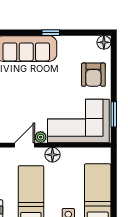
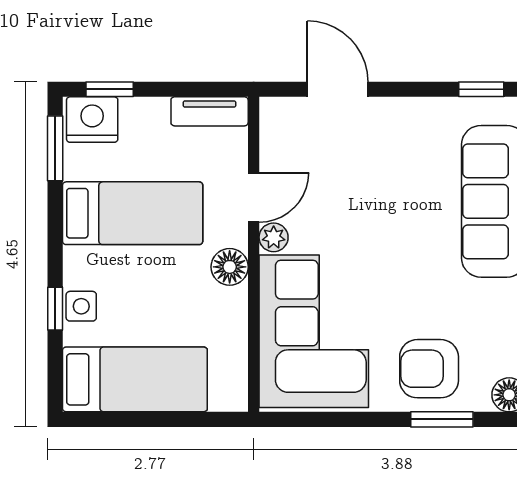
window: (114, 114) -> (442, 419), moved
door: (25, 145) -> (254, 197), hinge flipped

